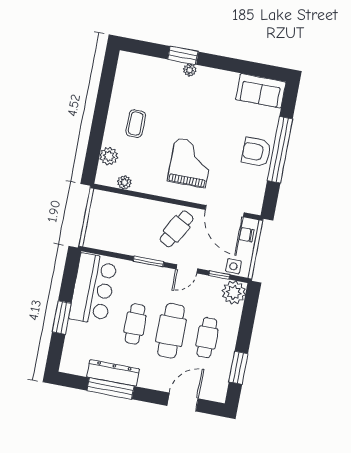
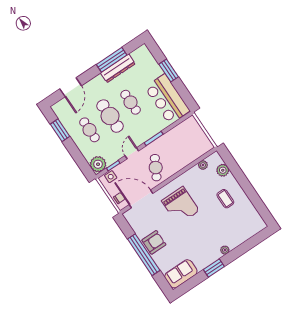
window: (183, 55) -> (214, 268), moved

